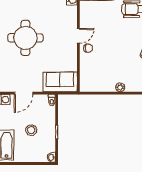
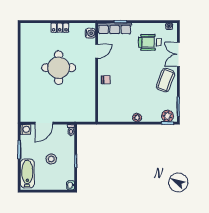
door: (78, 36) -> (97, 51), moved
round table: (25, 38) -> (59, 68), moved
sofa: (60, 82) -> (79, 112), removed

